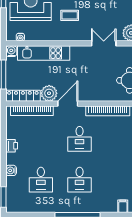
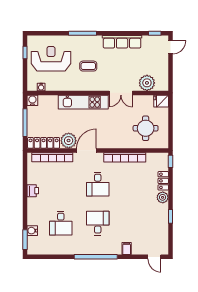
double door: (104, 43) -> (121, 93), swing flipped
kitchen unit: (44, 53) -> (83, 102), moved
water cooler: (11, 170) -> (32, 231), moved
desk: (80, 180) -> (98, 223), turned 180
filing cabinet: (123, 206) -> (127, 249), moved

